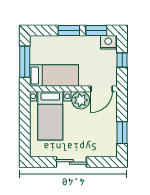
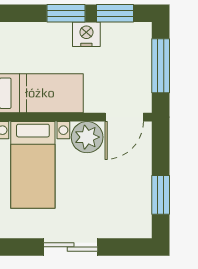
nightstand: (108, 42) -> (86, 34), moved
window: (122, 60) -> (161, 66), width x2.17

